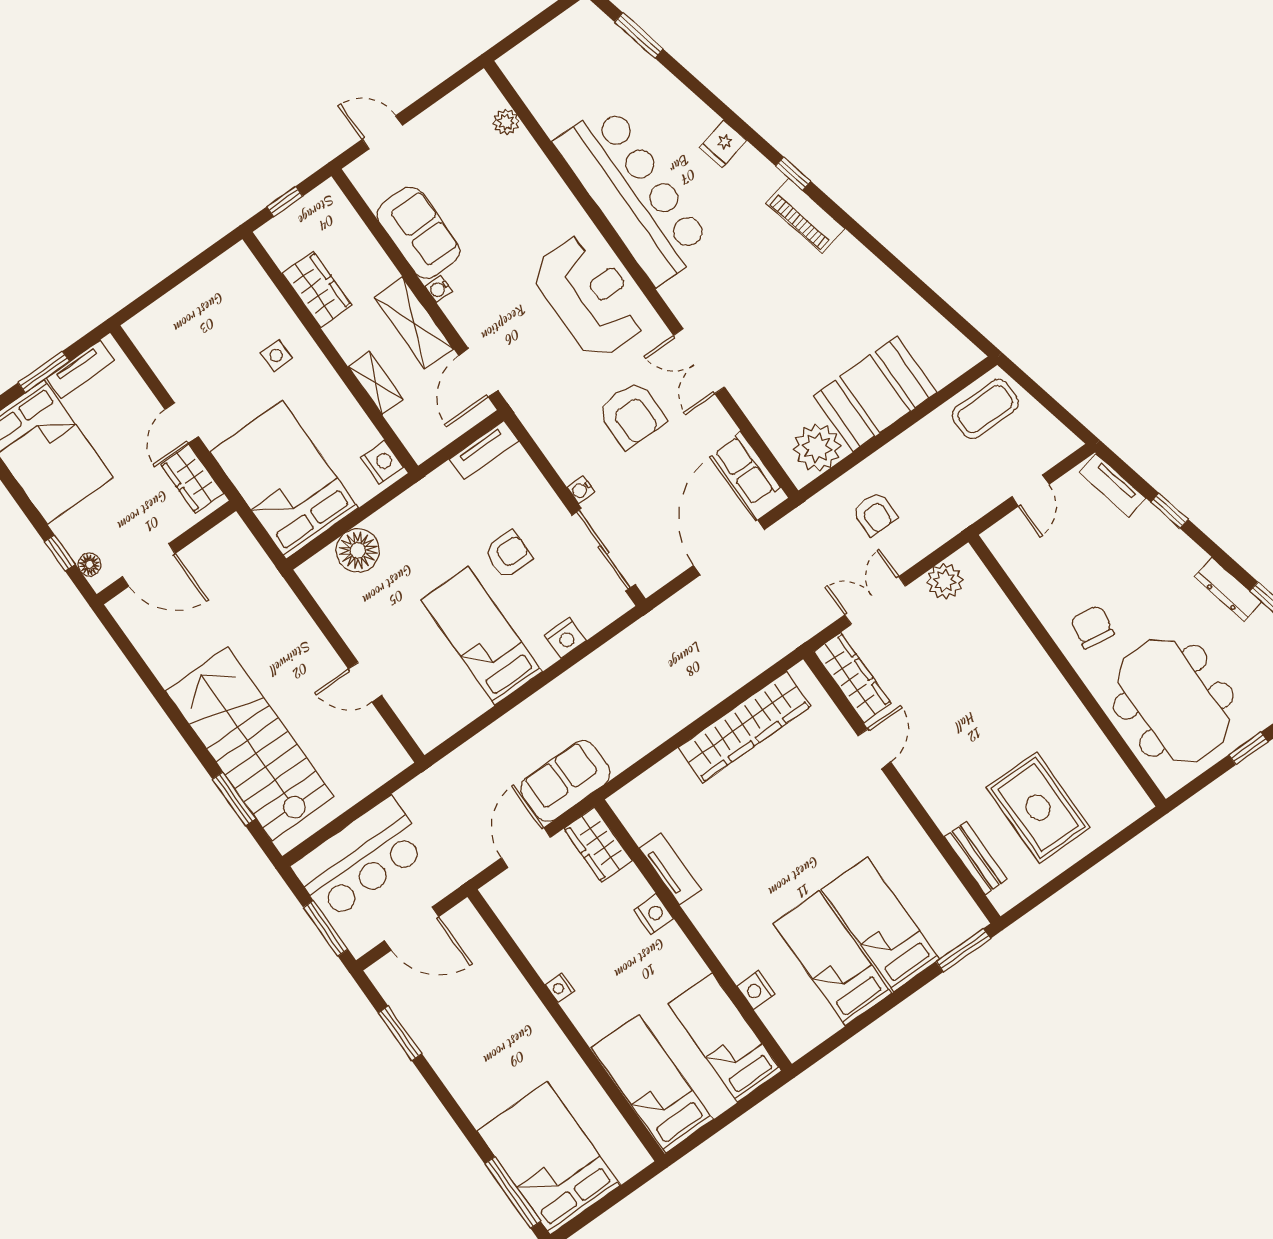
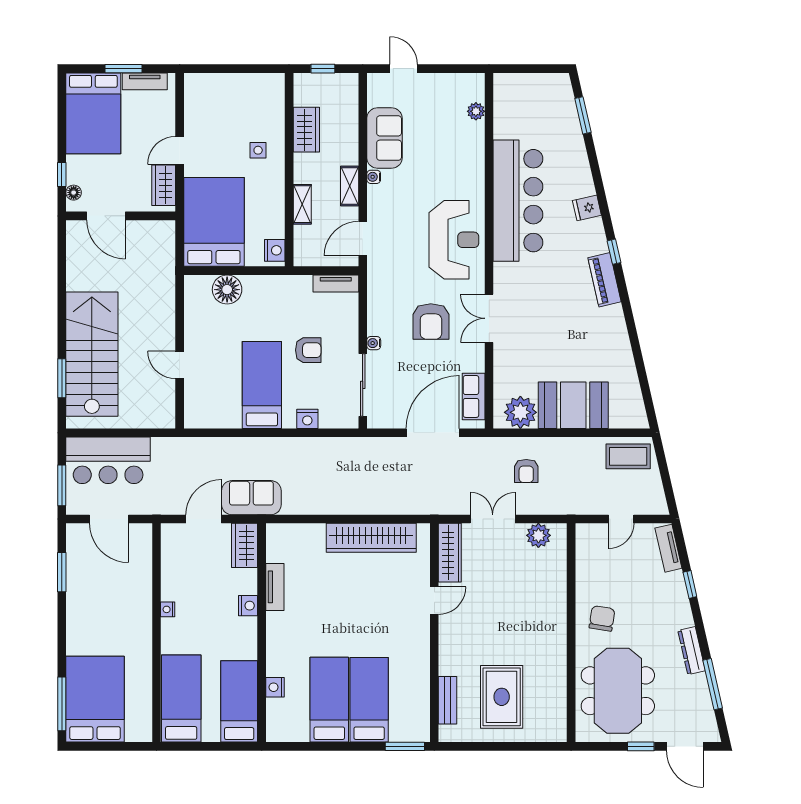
shelving: (414, 323) -> (350, 186), width x0.67, depth x0.75

